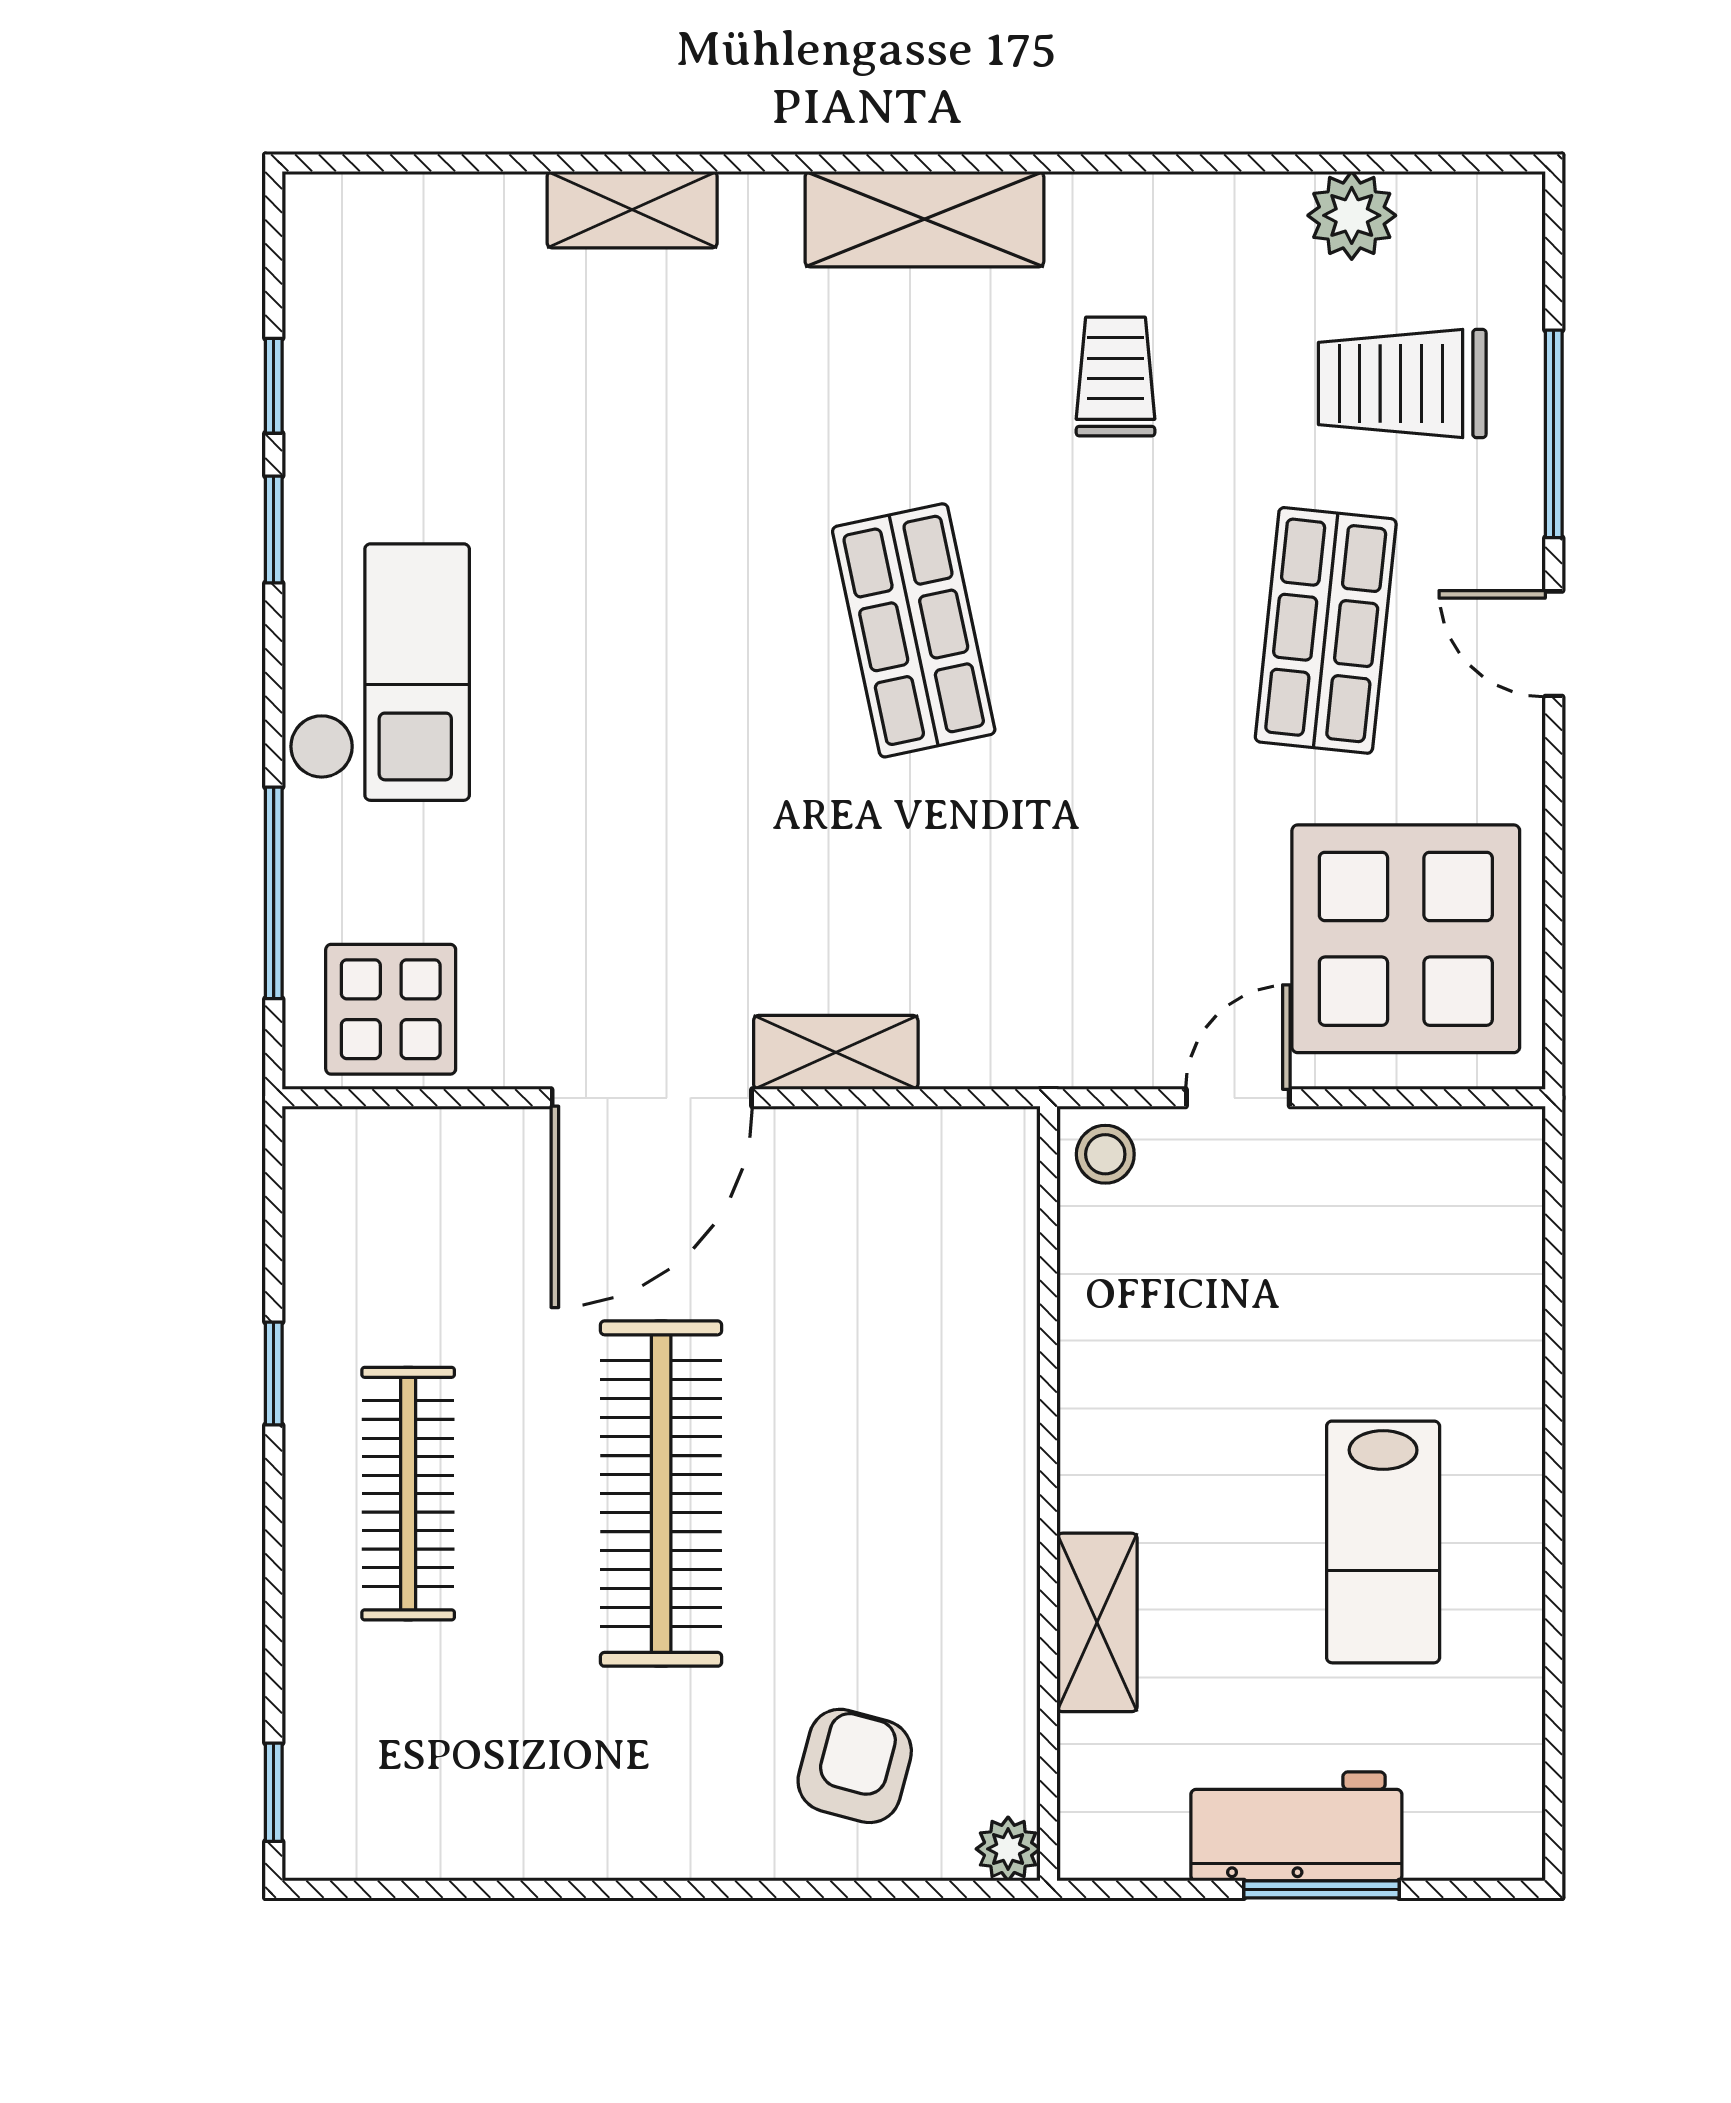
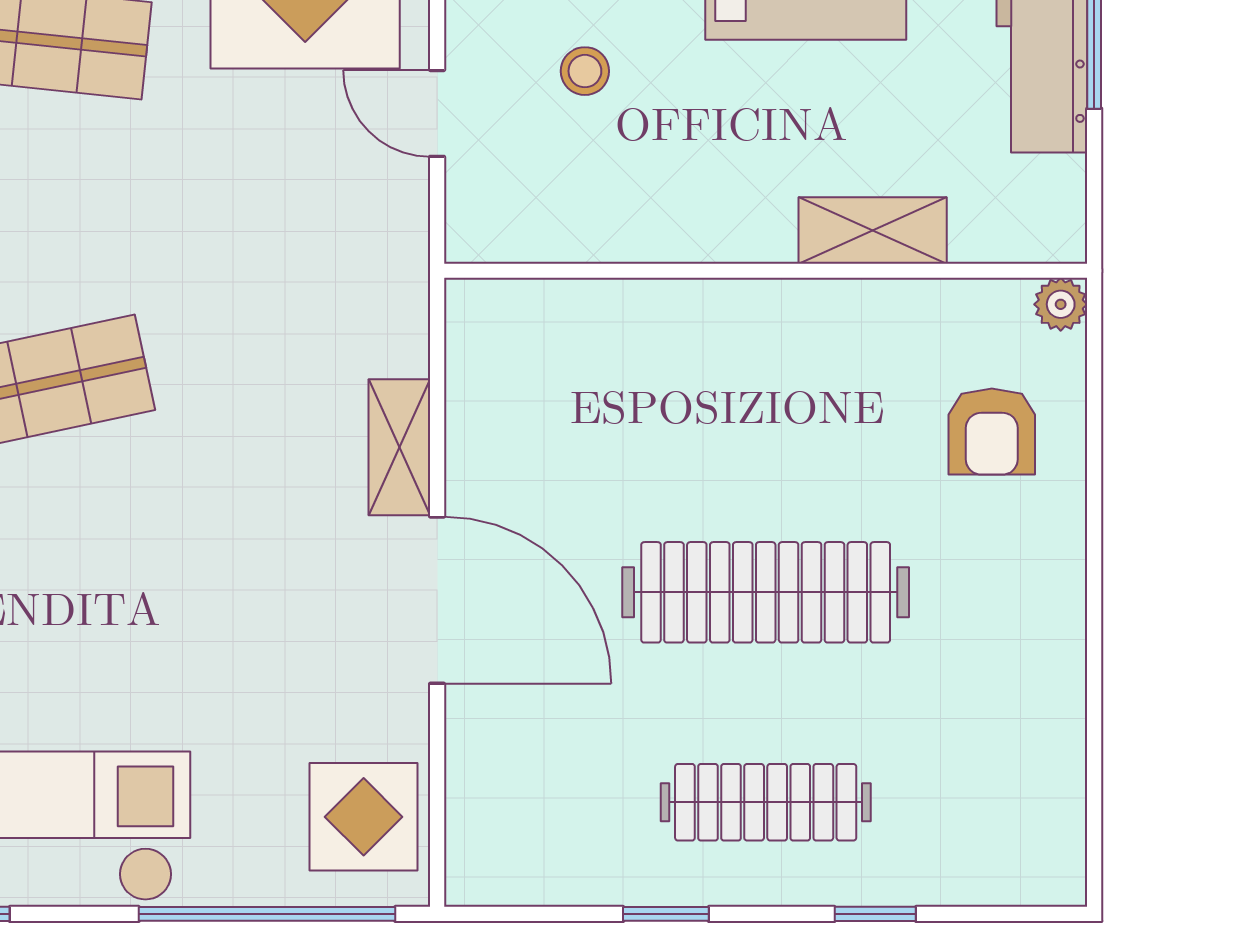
window: (274, 893) -> (267, 914), width x1.46
stool: (1105, 1154) -> (585, 71), moved
armchair: (855, 1766) -> (992, 432), turned -105
window: (274, 1792) -> (875, 914), moved

